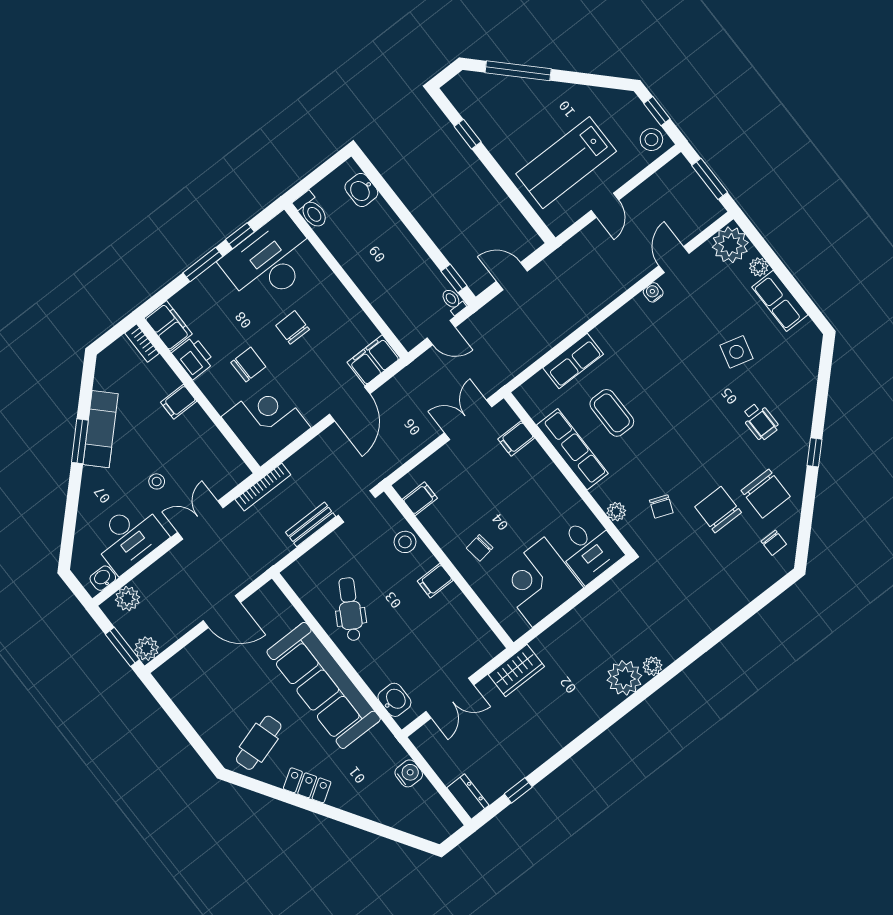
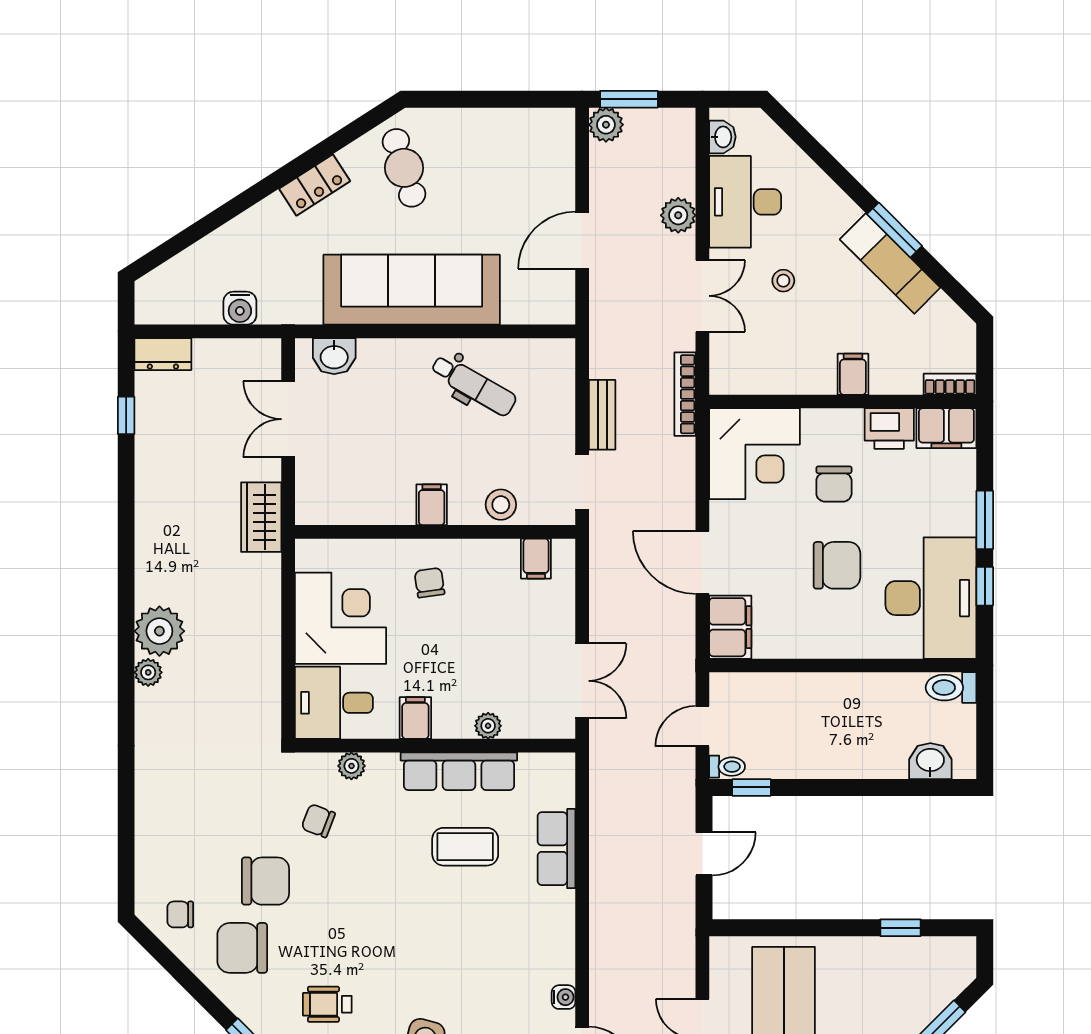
chair: (293, 327) -> (837, 565), width x1.37, depth x1.37
filing cabinet: (516, 438) -> (415, 718), moved
plant: (534, 453) -> (488, 726), added
plant: (128, 599) -> (678, 215), moved

